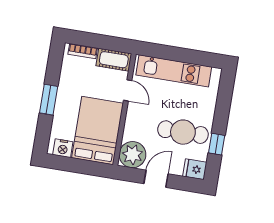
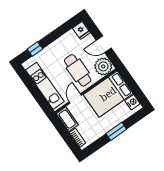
cafe table: (183, 132) -> (78, 70), moved
window: (217, 144) -> (35, 49), moved

